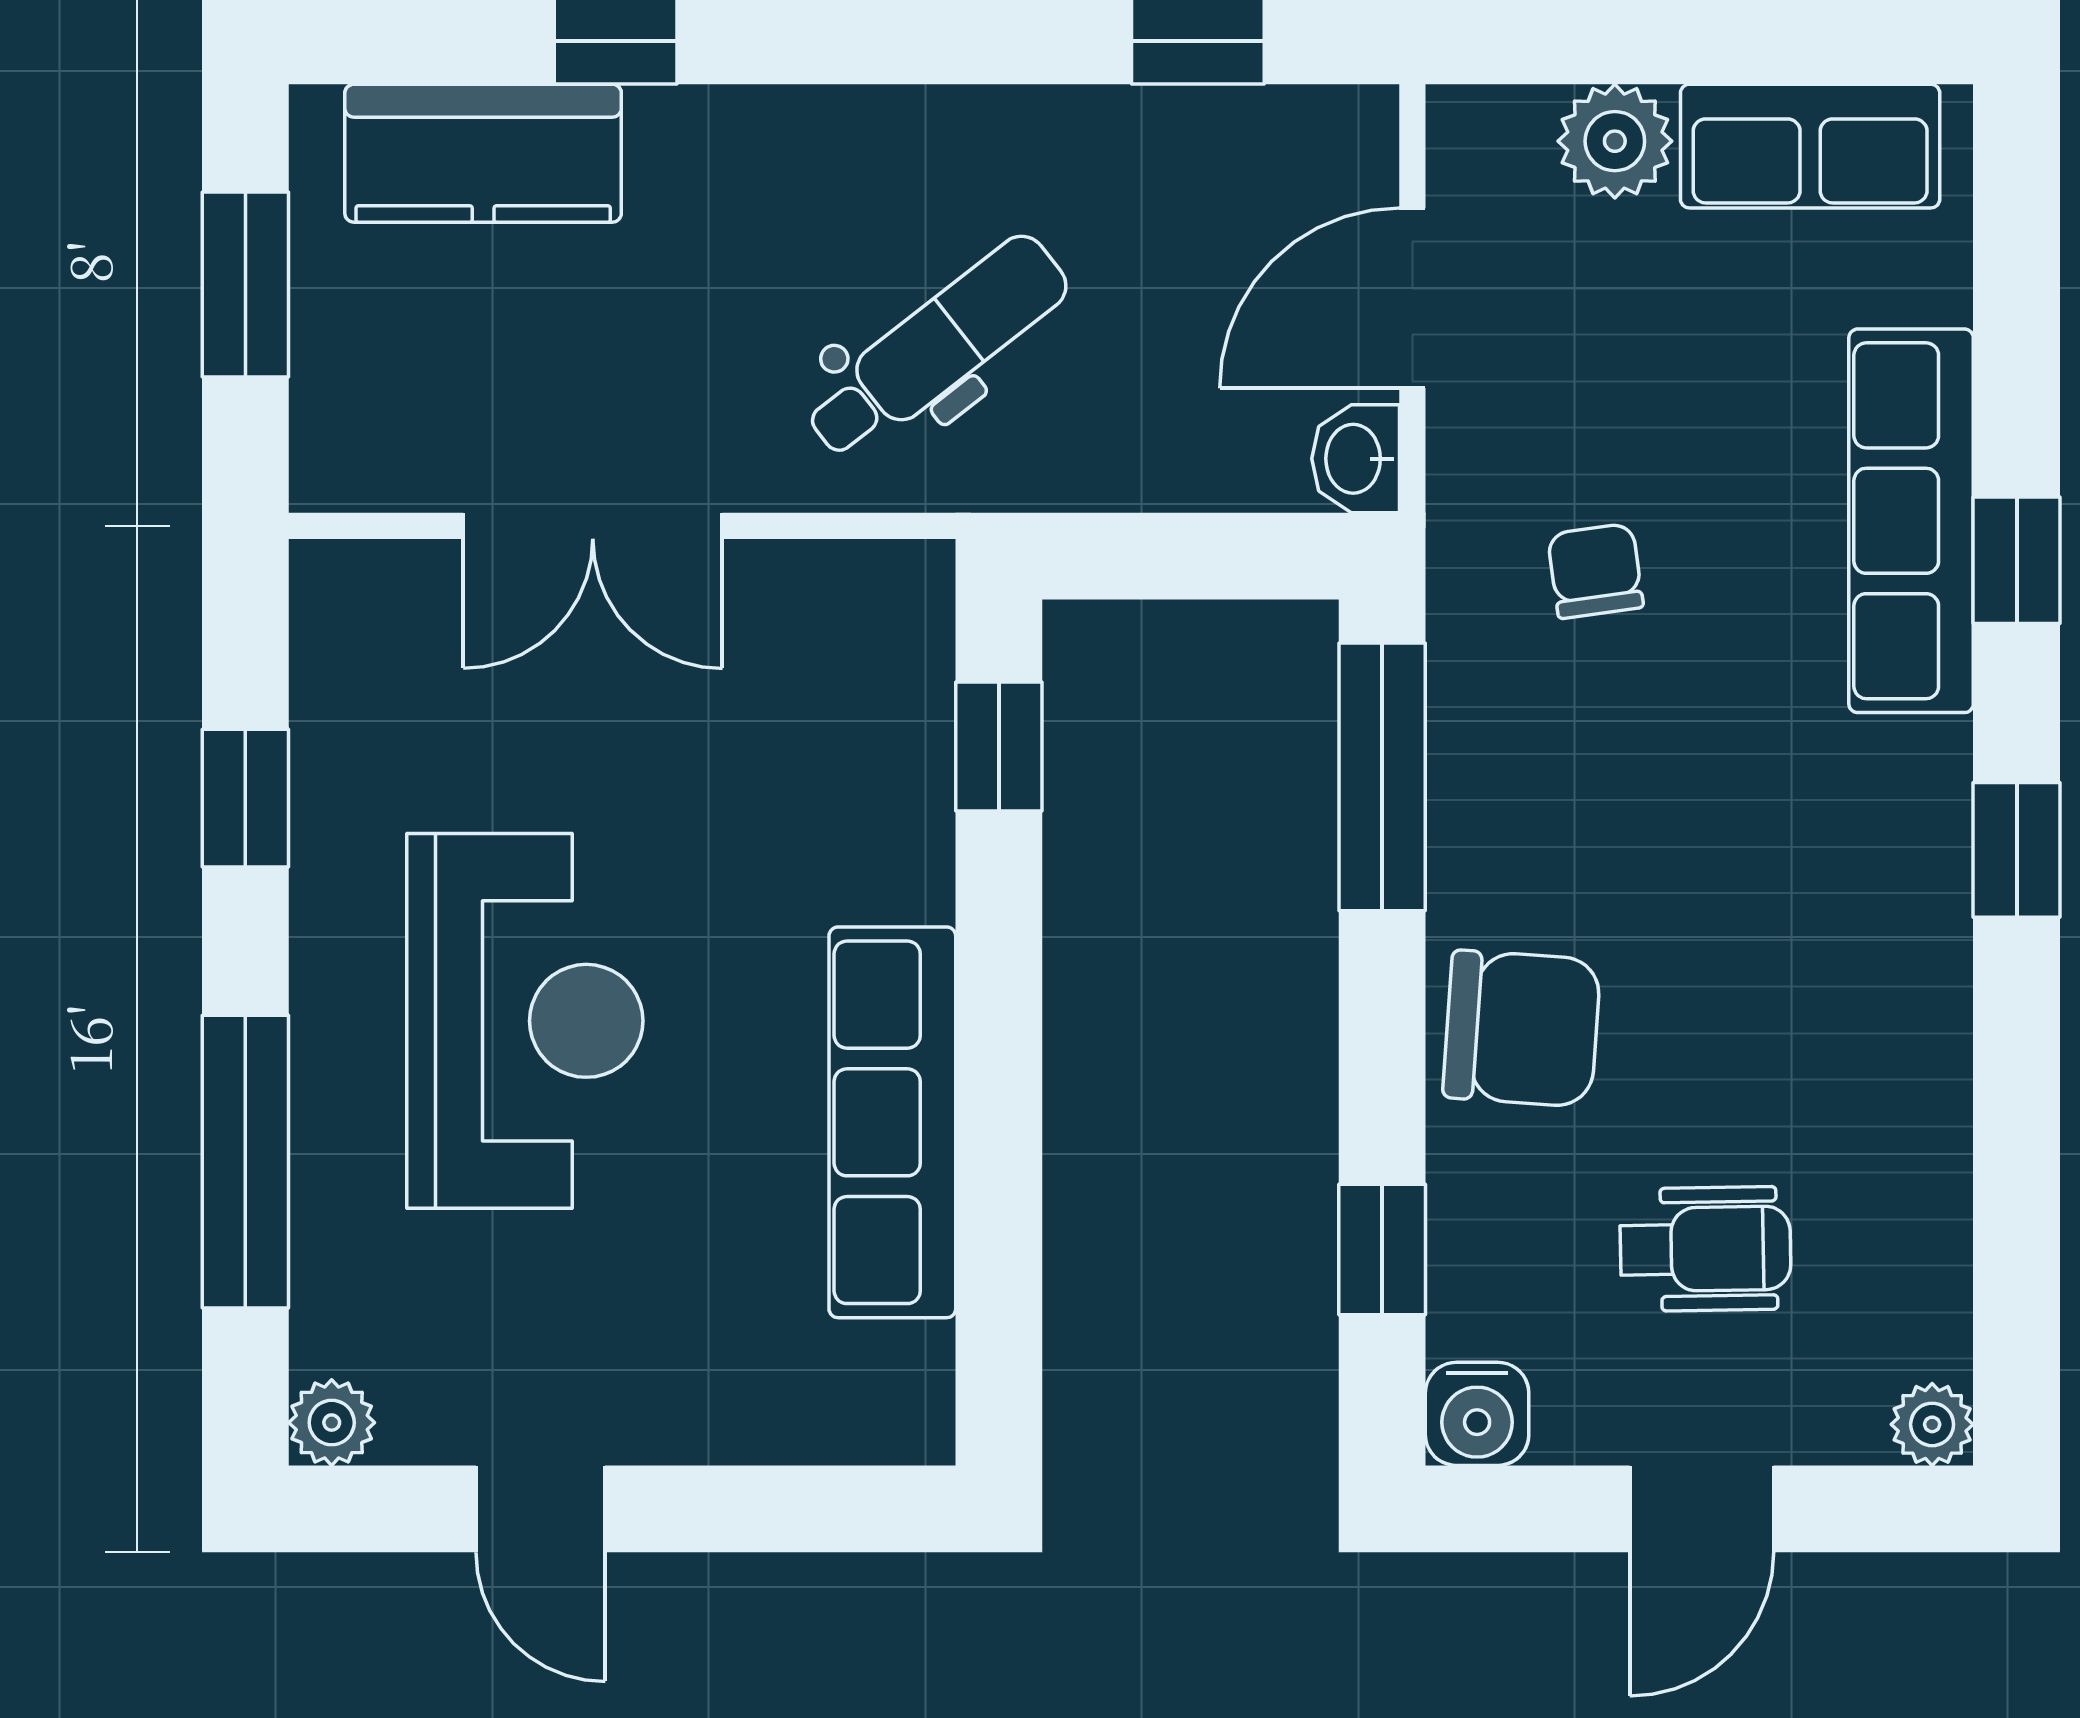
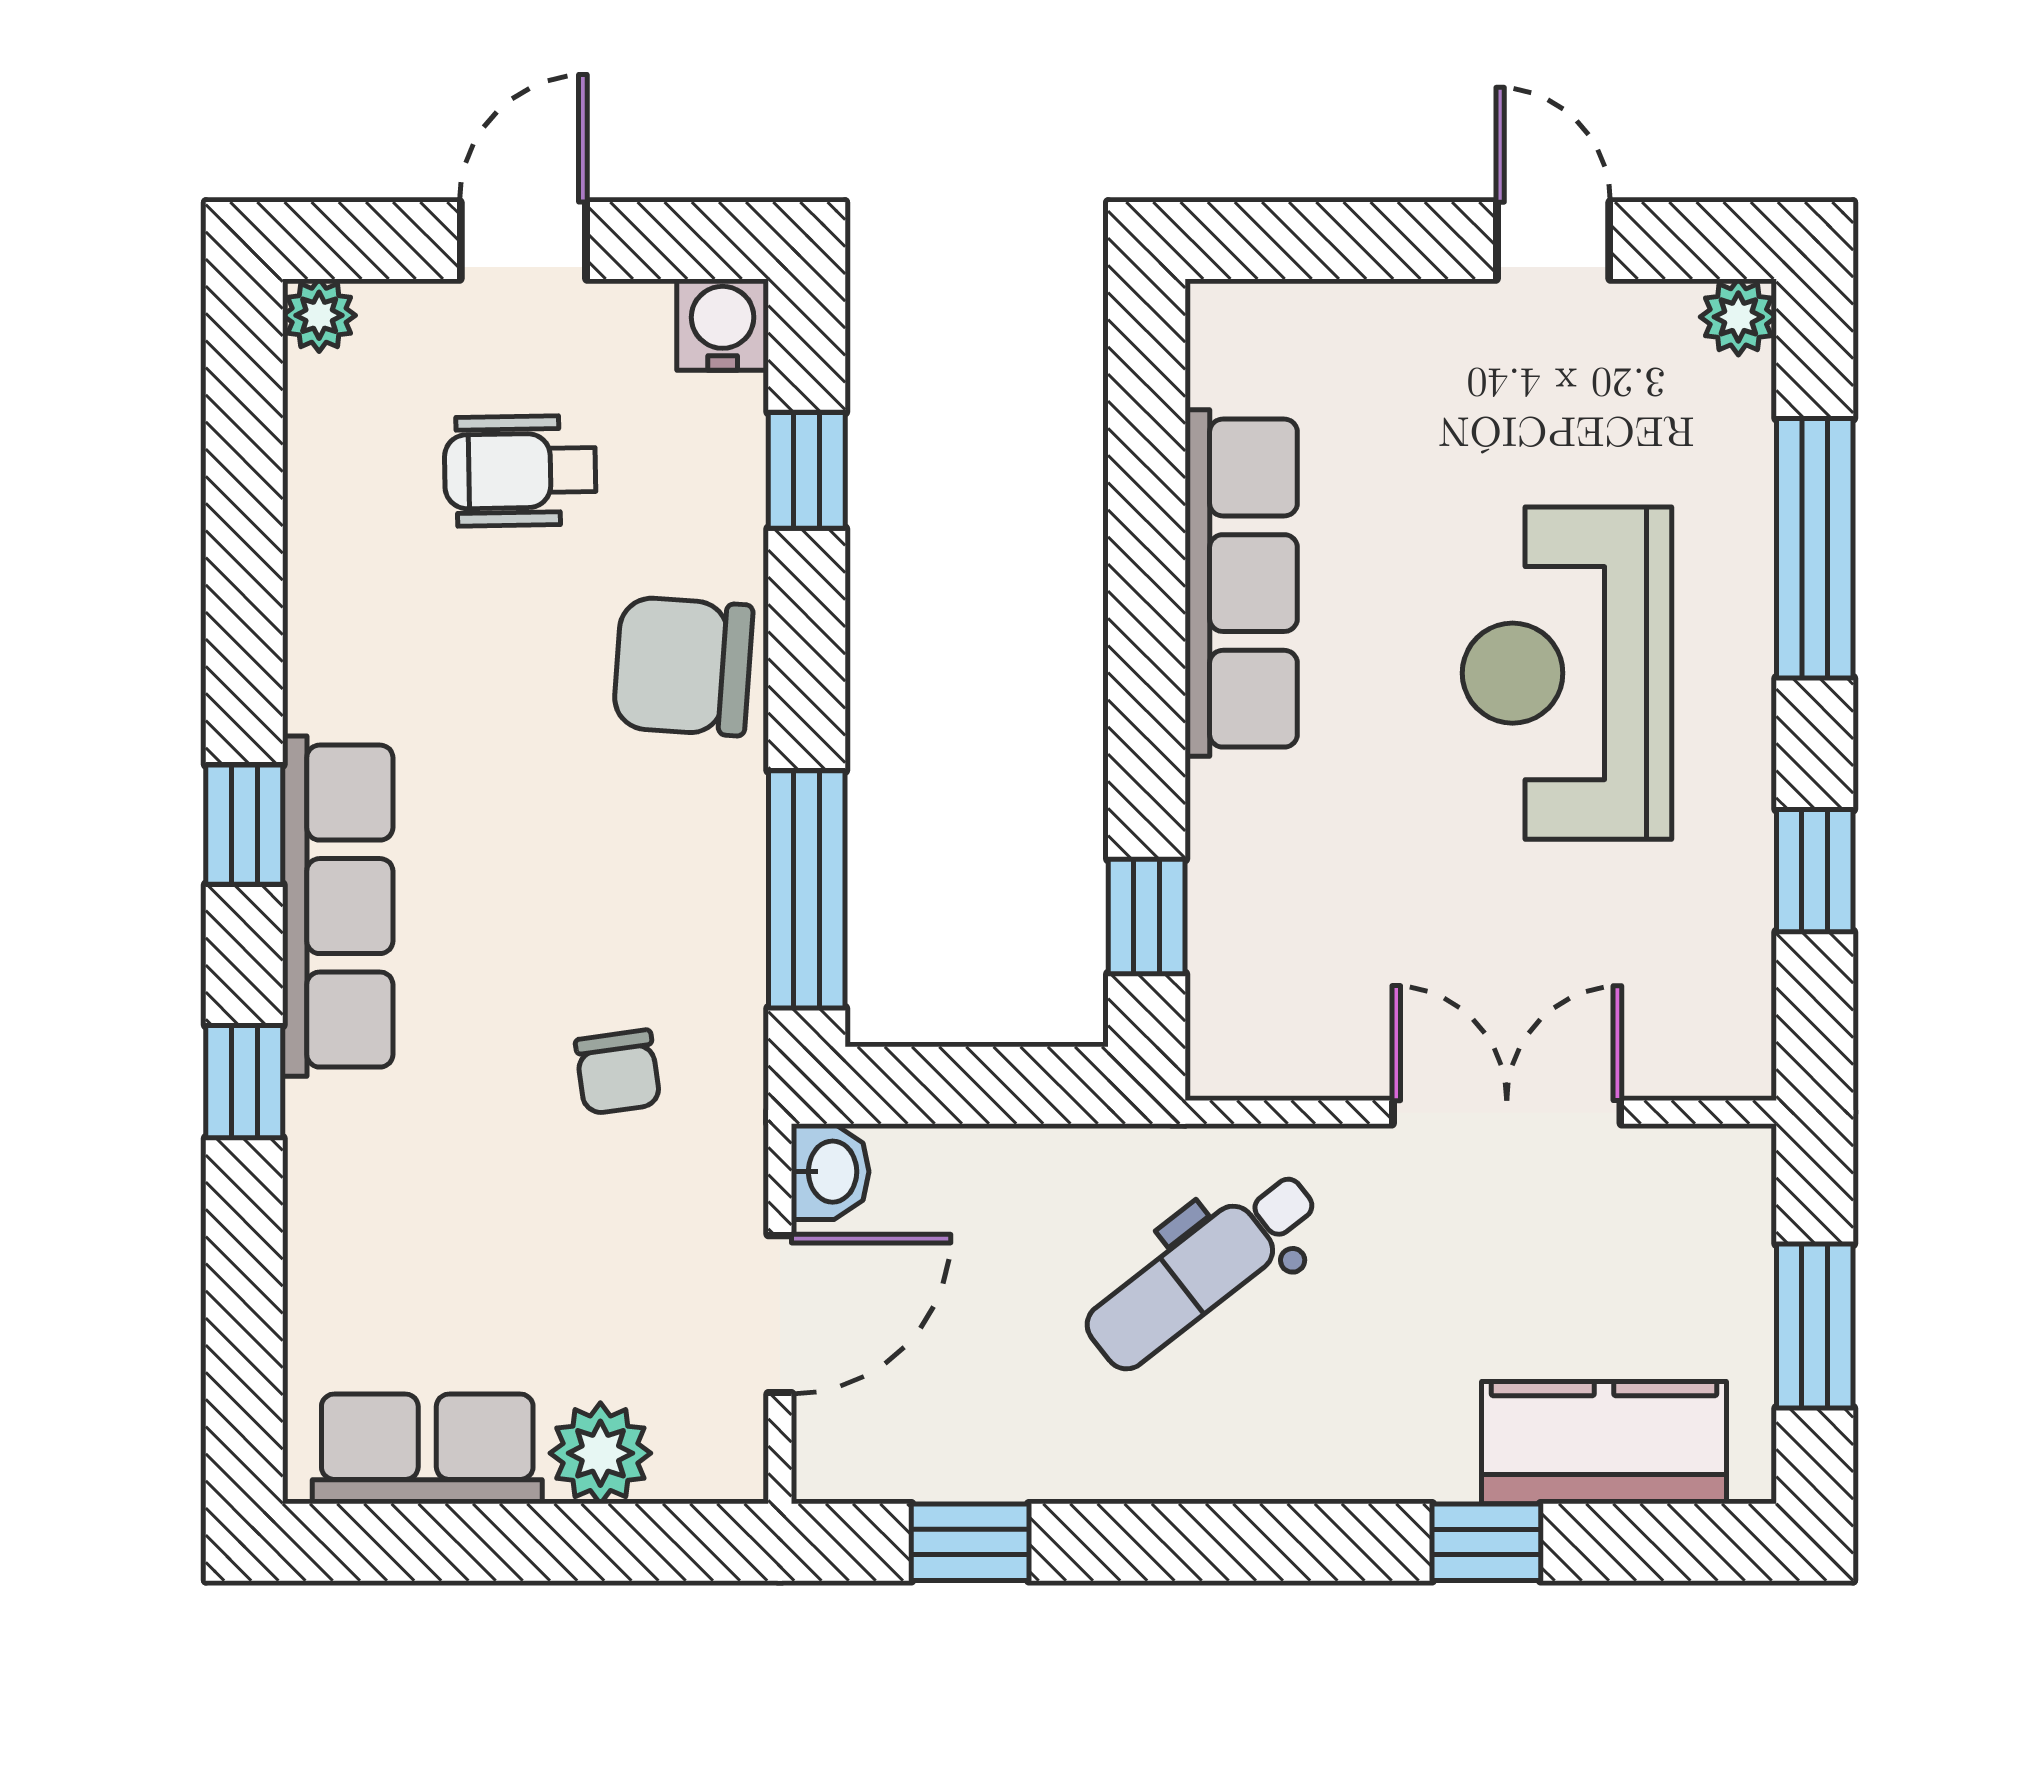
row of seats: (1911, 521) -> (338, 906), moved

